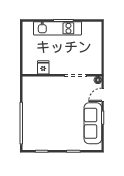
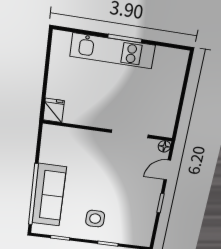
fridge: (43, 67) -> (54, 110), moved
sofa: (93, 123) -> (49, 195), moved, turned 180
side table: (62, 134) -> (95, 219), added

